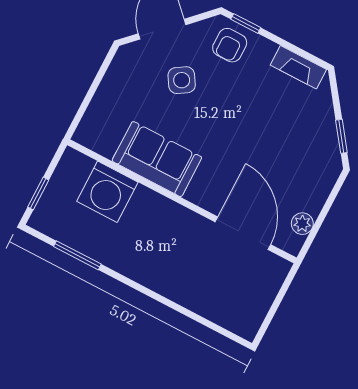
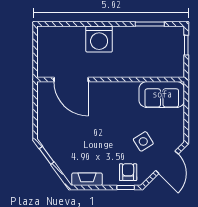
sofa: (157, 159) -> (162, 94), moved
washing machine: (107, 192) -> (99, 39), moved, turned 180
plant: (302, 224) -> (43, 100), removed

